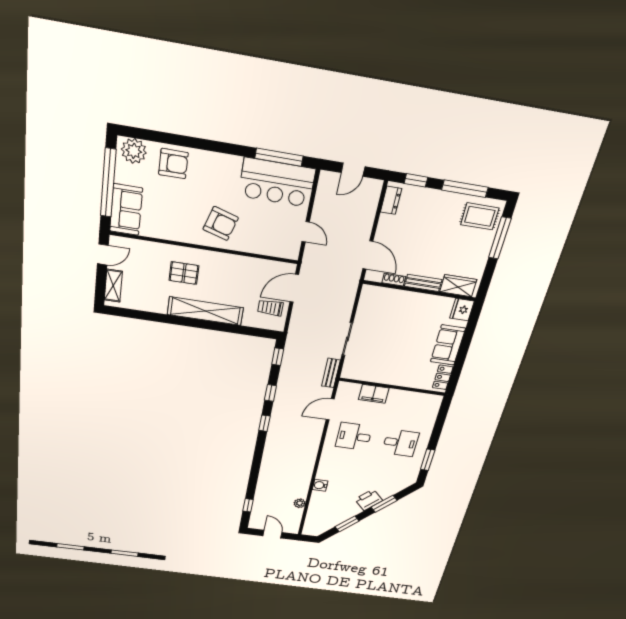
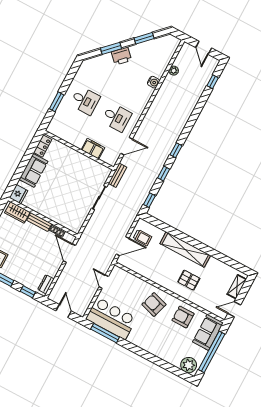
armchair: (173, 164) -> (183, 317), moved
door: (353, 170) -> (64, 311), hinge flipped
desk: (400, 443) -> (85, 101), turned 180
window: (428, 460) -> (57, 102), moved

